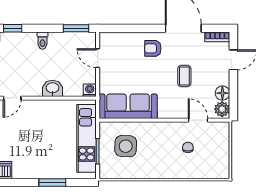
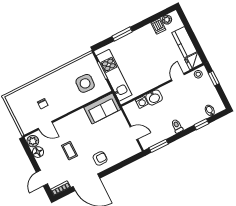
washing machine: (90, 90) -> (142, 102), moved
sofa: (128, 106) -> (102, 108), width x0.73

